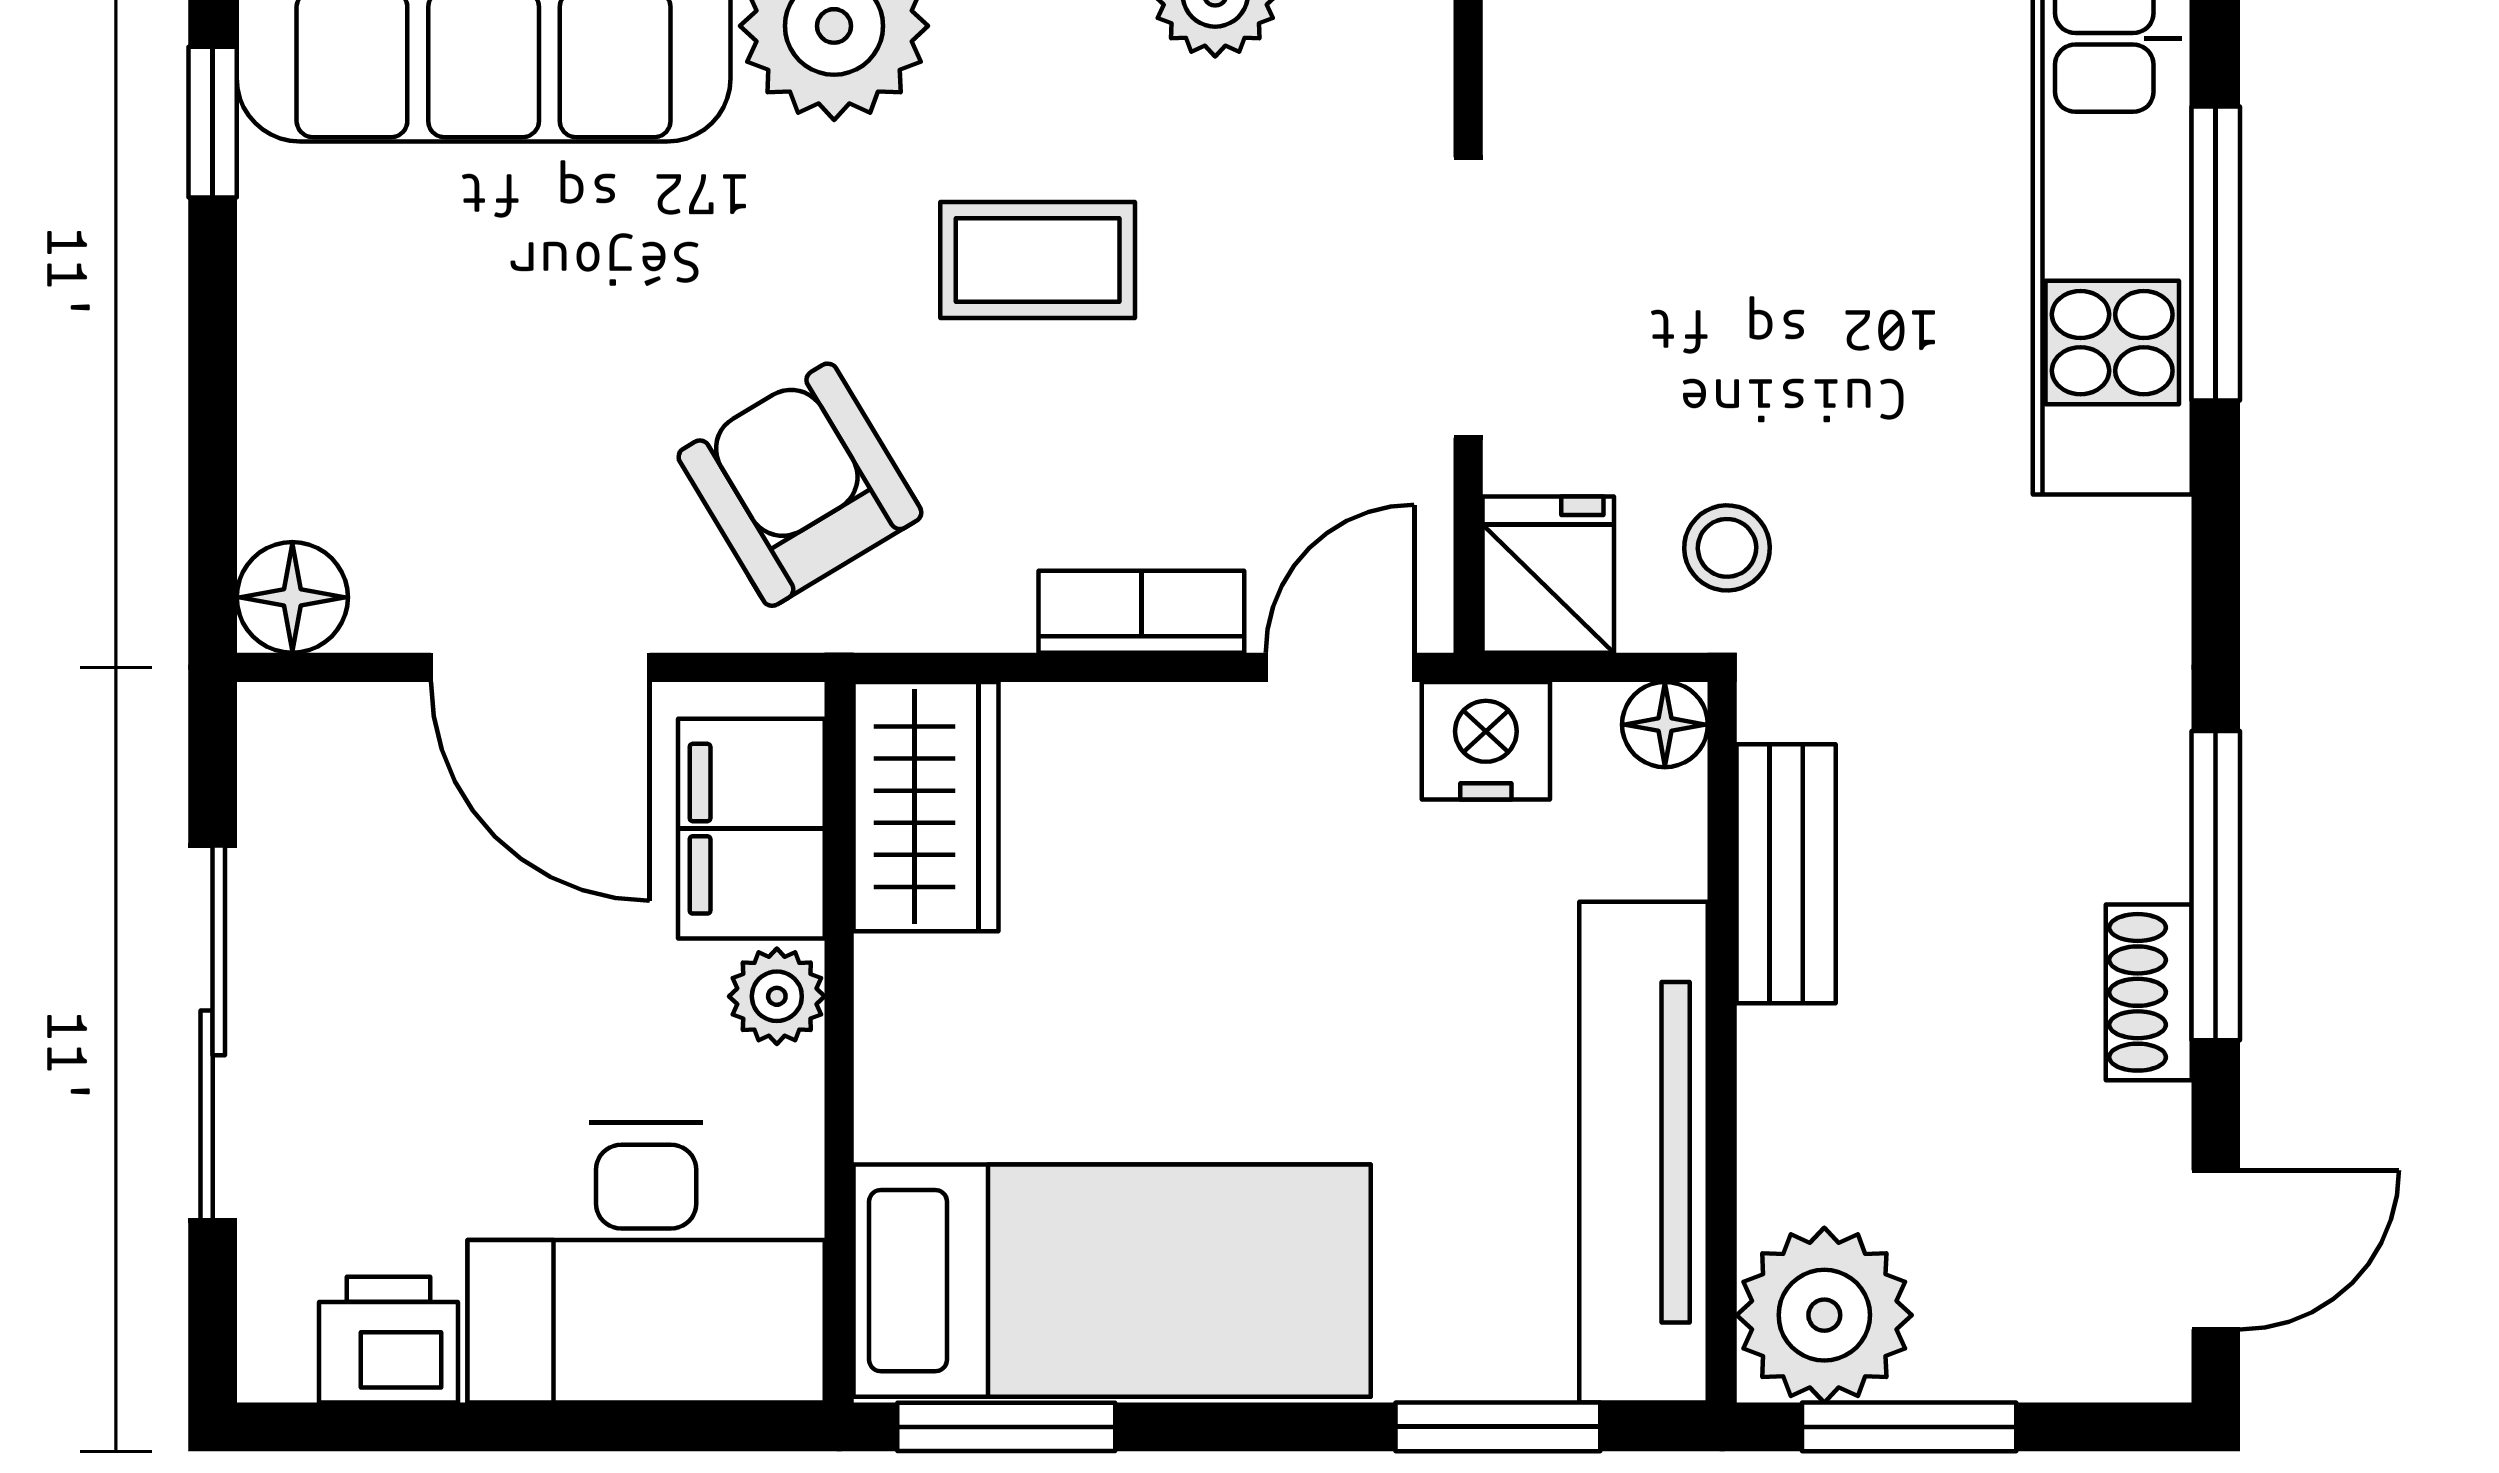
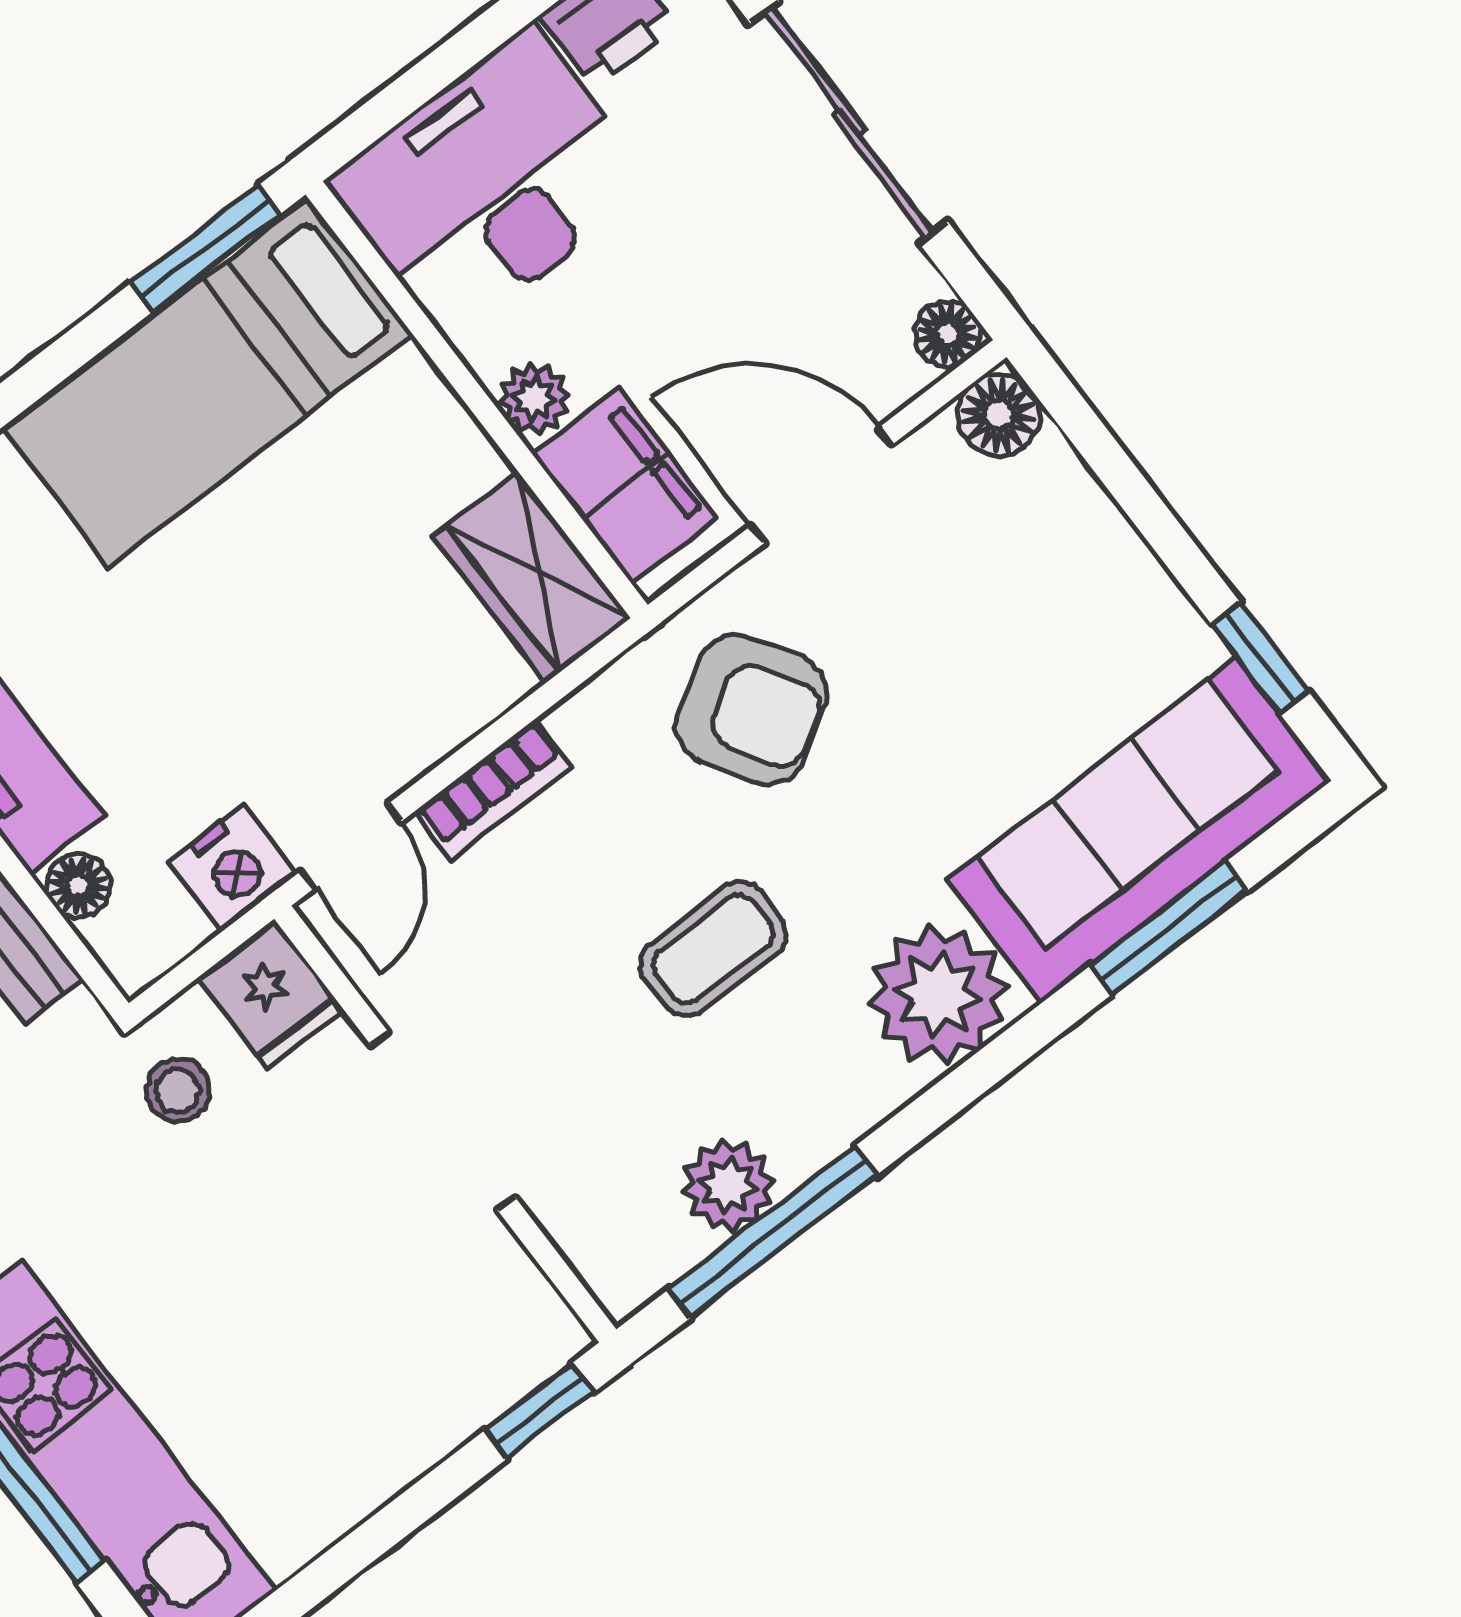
floor lamp: (1665, 725) -> (78, 886), moved
floor lamp: (281, 726) -> (947, 334), added

